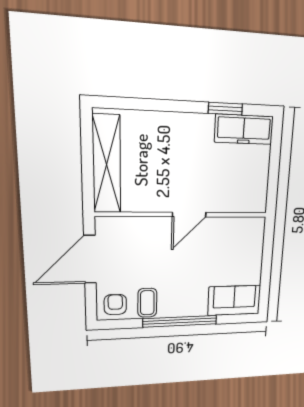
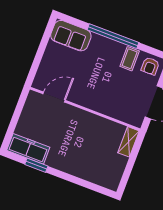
shelving: (107, 164) -> (129, 142), width x0.45, depth x0.75
door: (189, 215) -> (54, 97), moved

